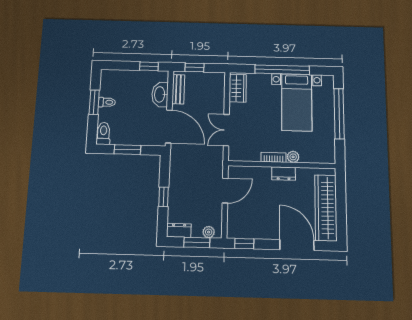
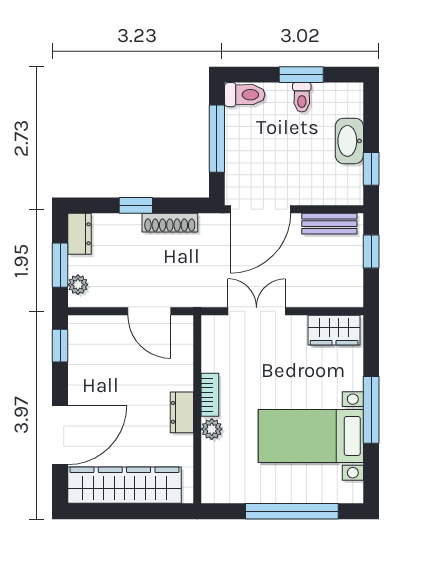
window: (282, 70) -> (371, 410), width x0.68
washbasin: (160, 94) -> (349, 141), moved, turned -90
window: (127, 150) -> (217, 139), width x1.44
shoe rack: (174, 178) -> (170, 223), added

